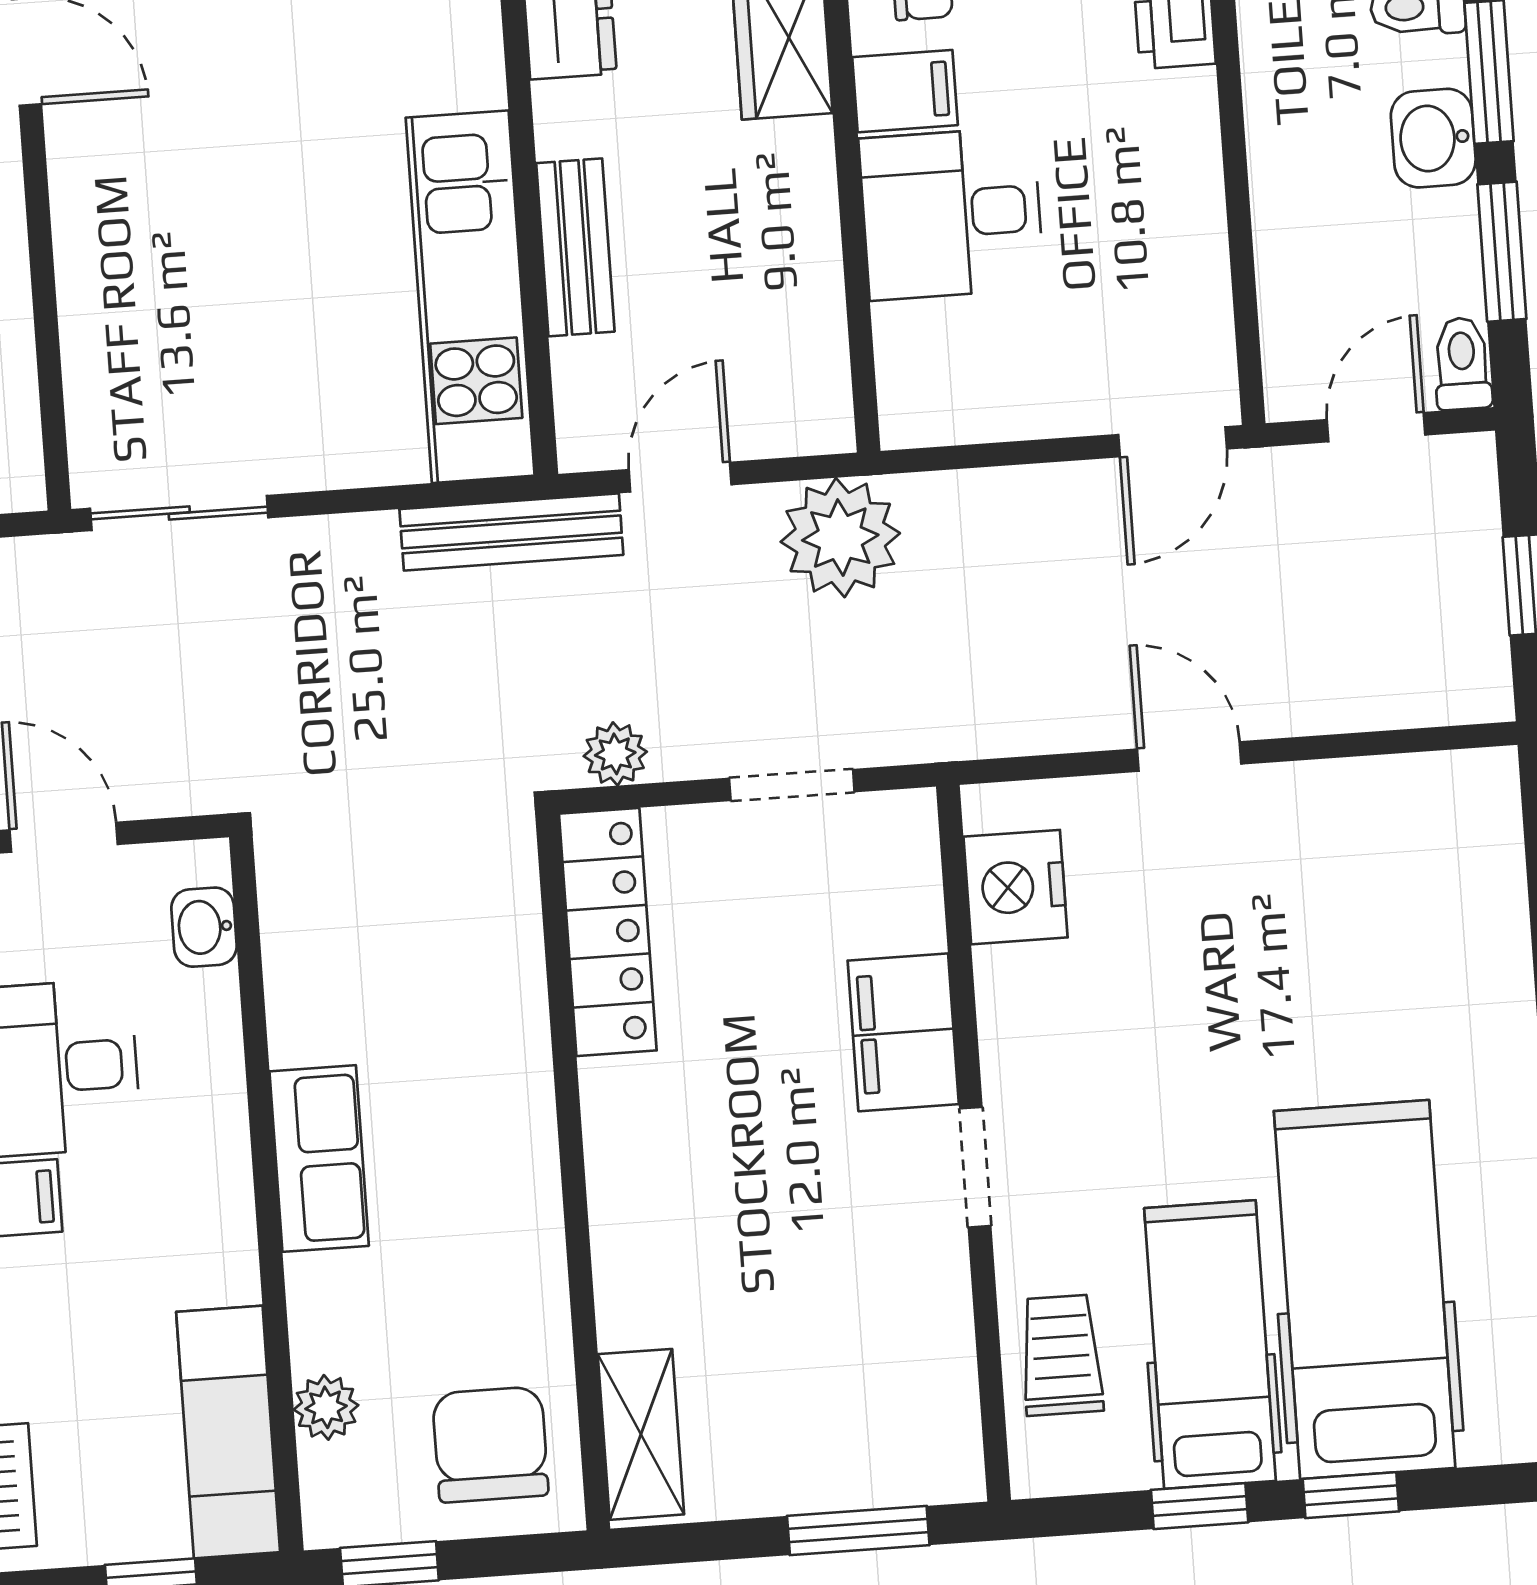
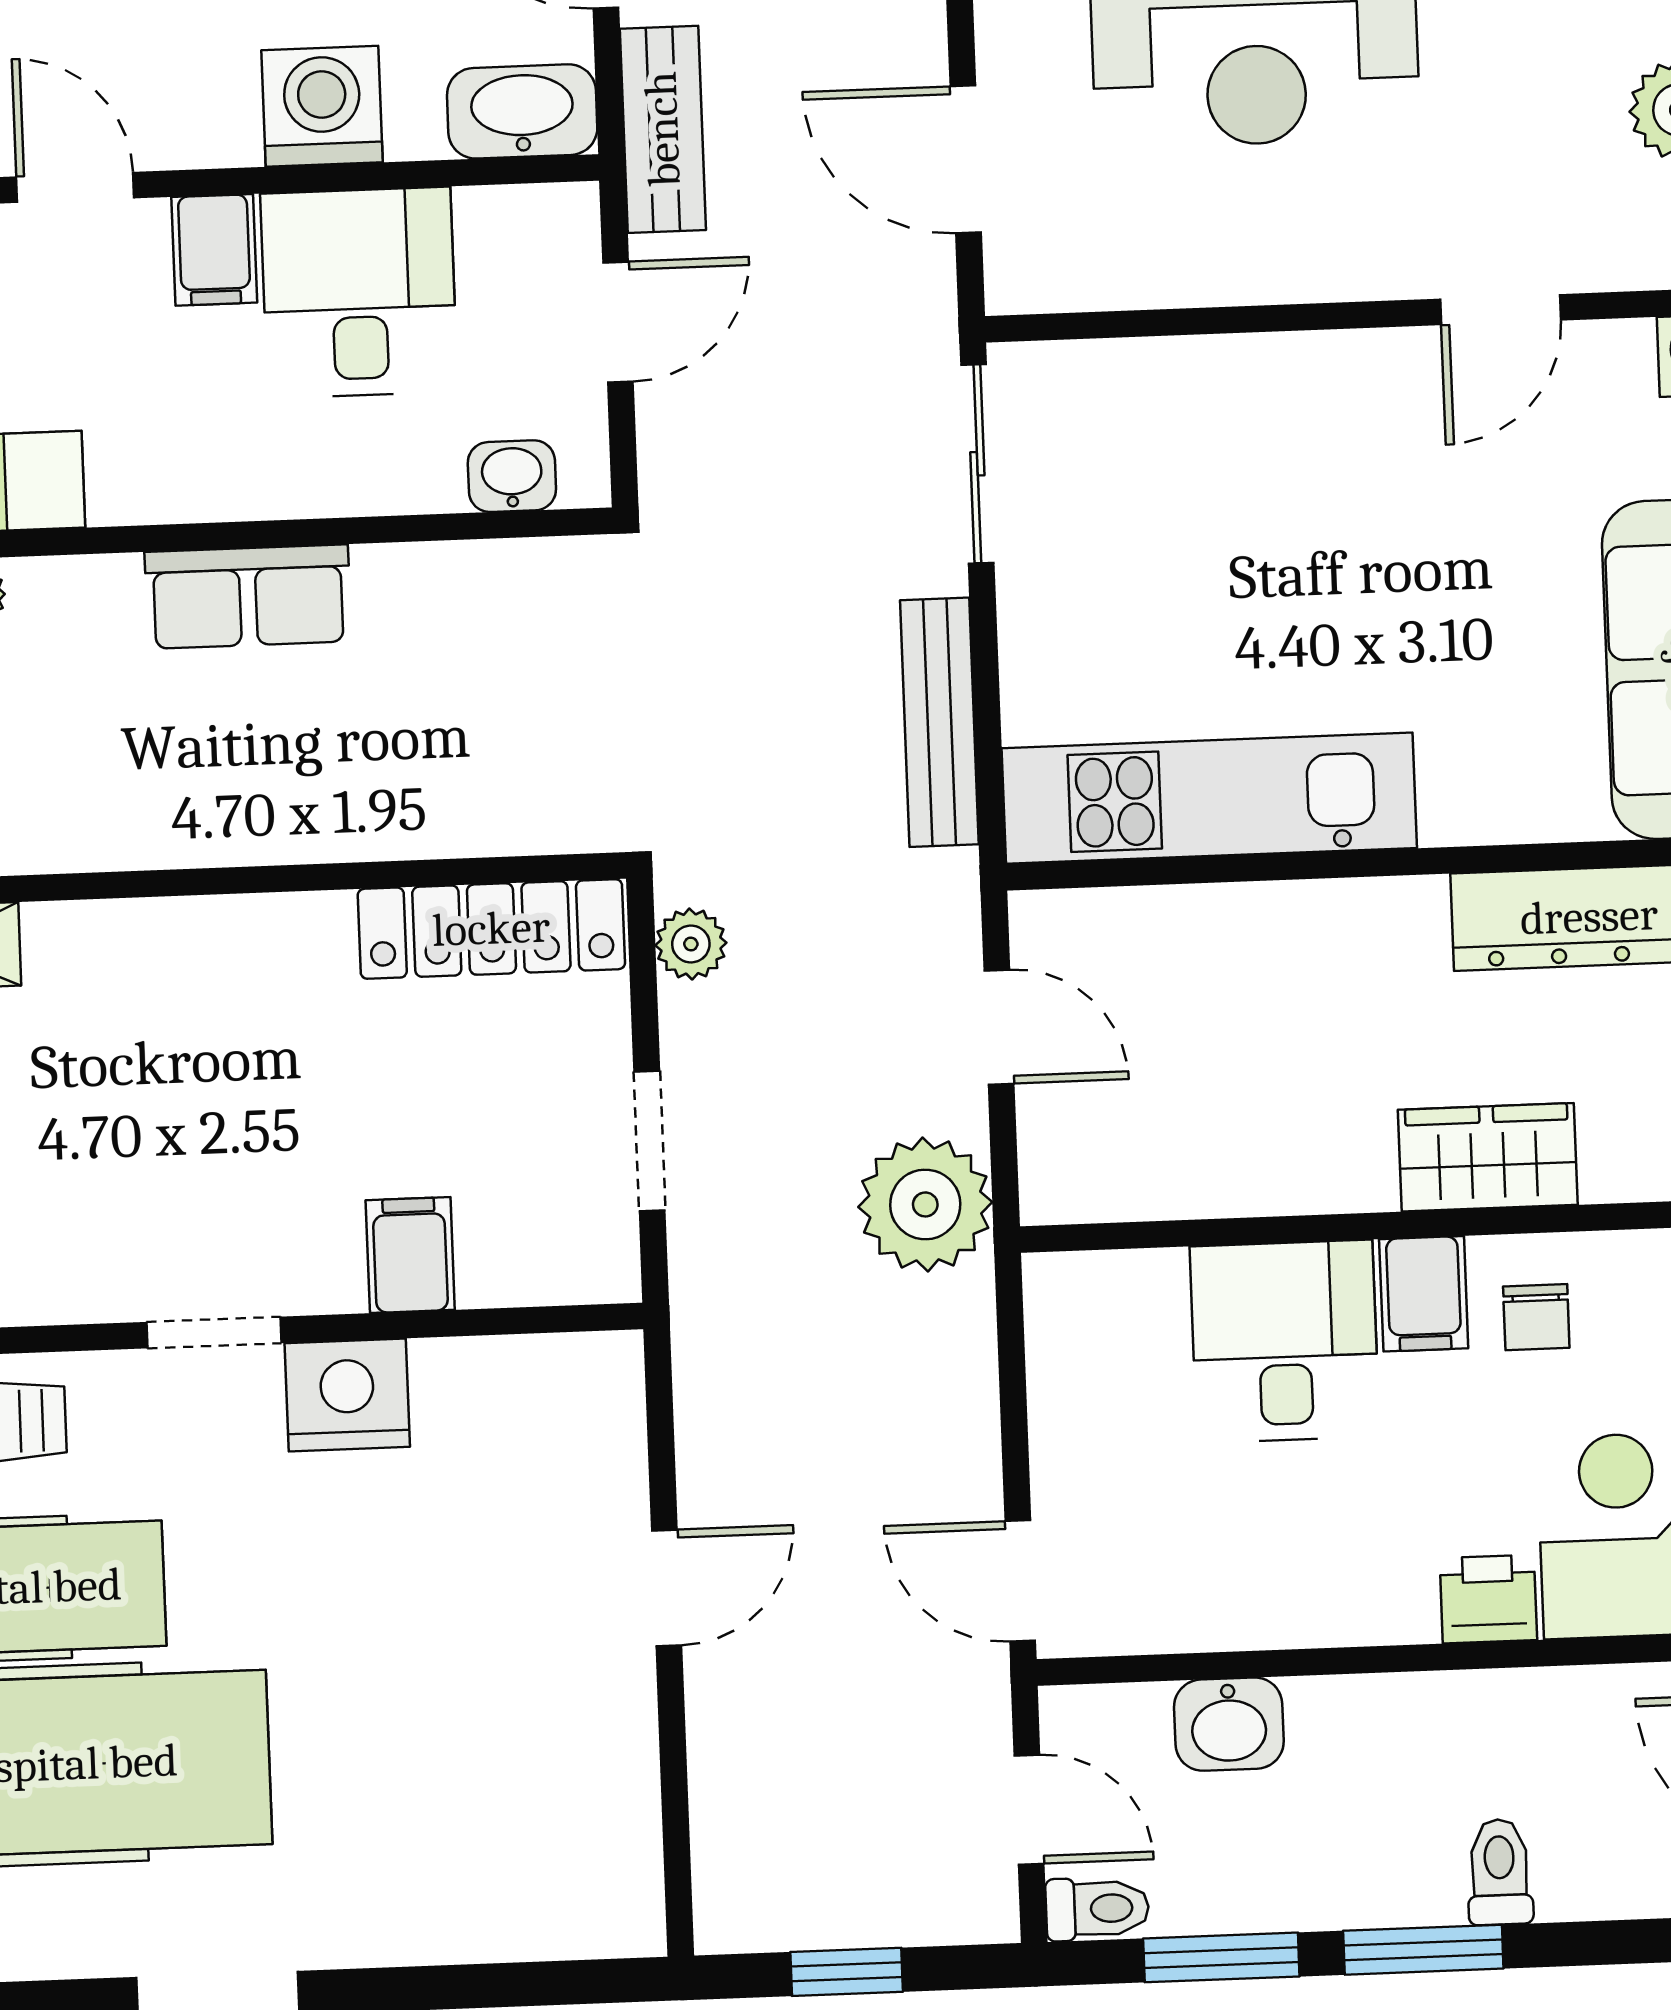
washbasin: (1433, 138) -> (1229, 1724), moved, turned 180
bench: (575, 247) -> (1261, 918), removed
bench: (511, 532) -> (939, 722), moved
nightstand: (1016, 887) -> (347, 1395), moved
filing cabinet: (903, 1032) -> (410, 1255), width x0.50

